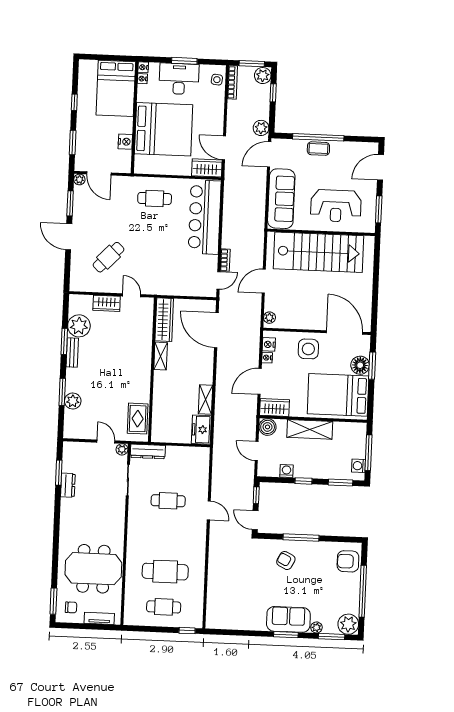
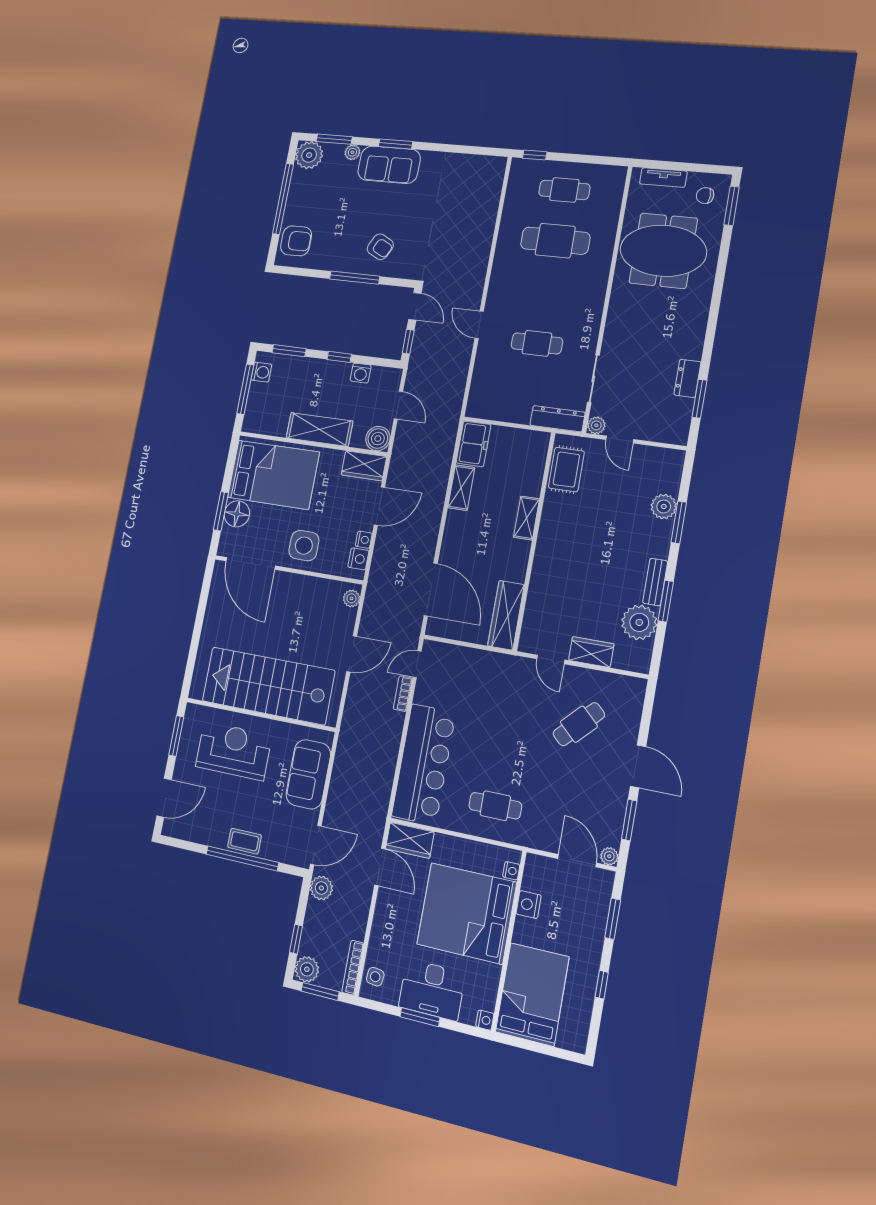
nightstand: (142, 79) -> (511, 871), moved
sofa: (281, 199) -> (308, 774), width x0.73
shelving: (161, 356) -> (527, 518), moved

